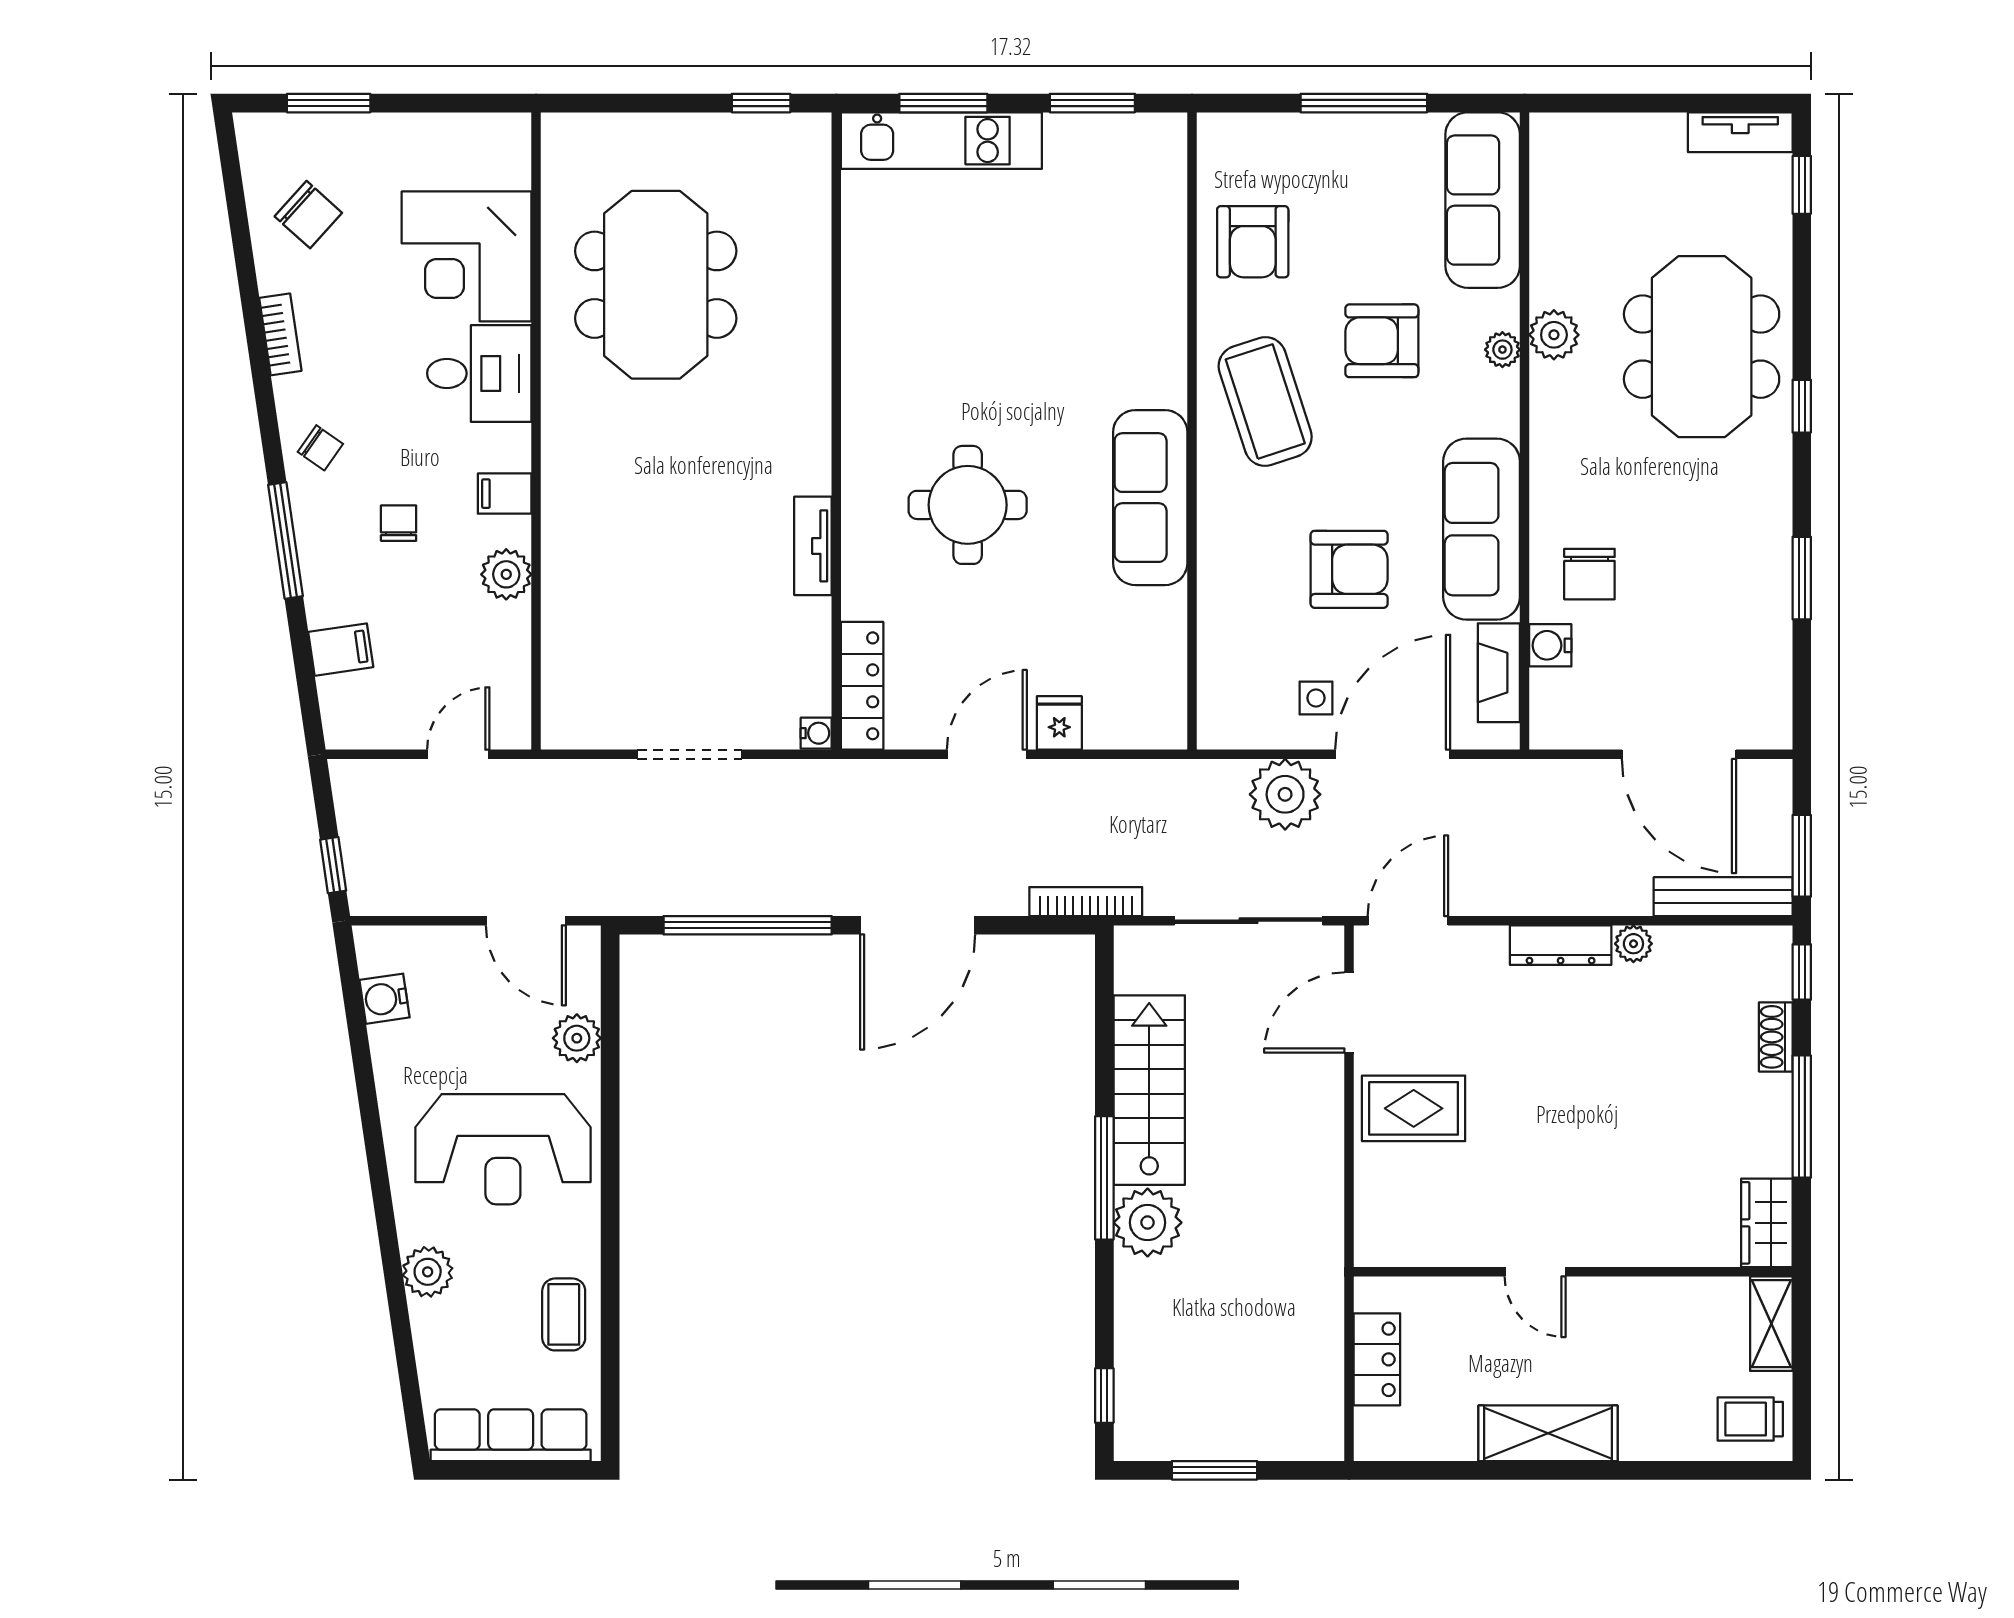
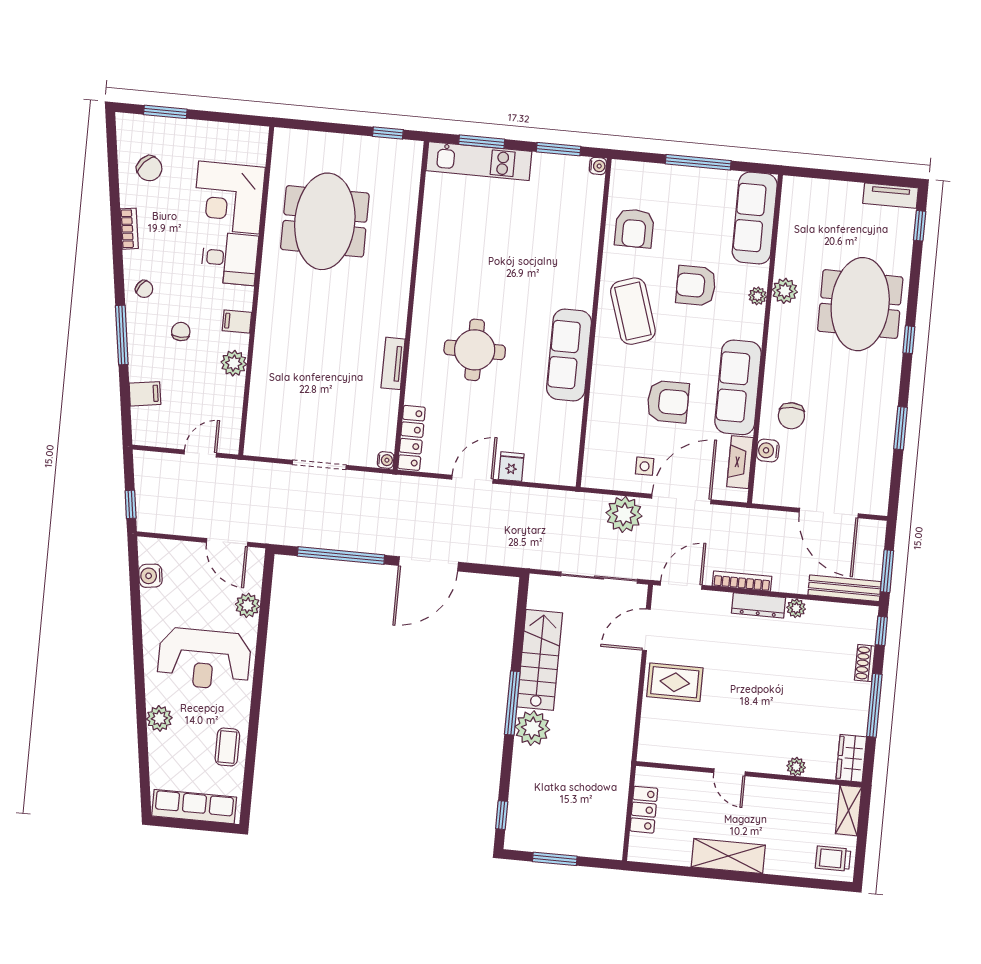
water cooler: (1171, 128) -> (598, 166), added
bookcase: (1086, 902) -> (742, 581), moved
plant: (1662, 1249) -> (796, 767), added

